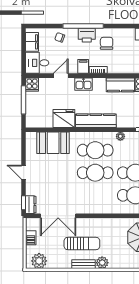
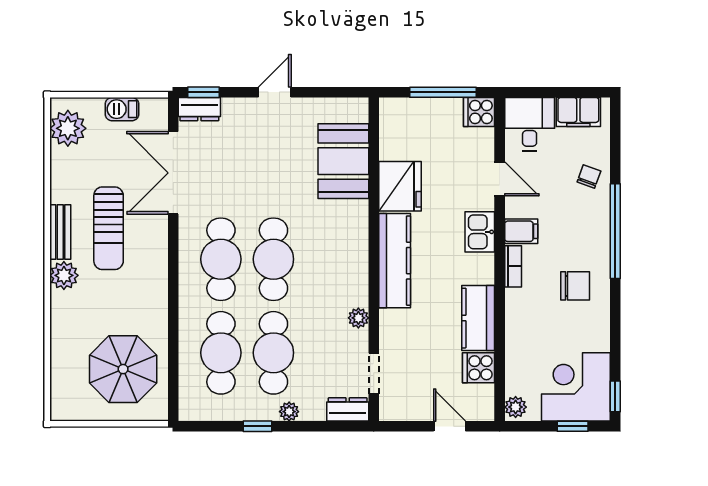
printer: (87, 35) -> (594, 240), removed
cafe table: (95, 150) -> (221, 259), moved

